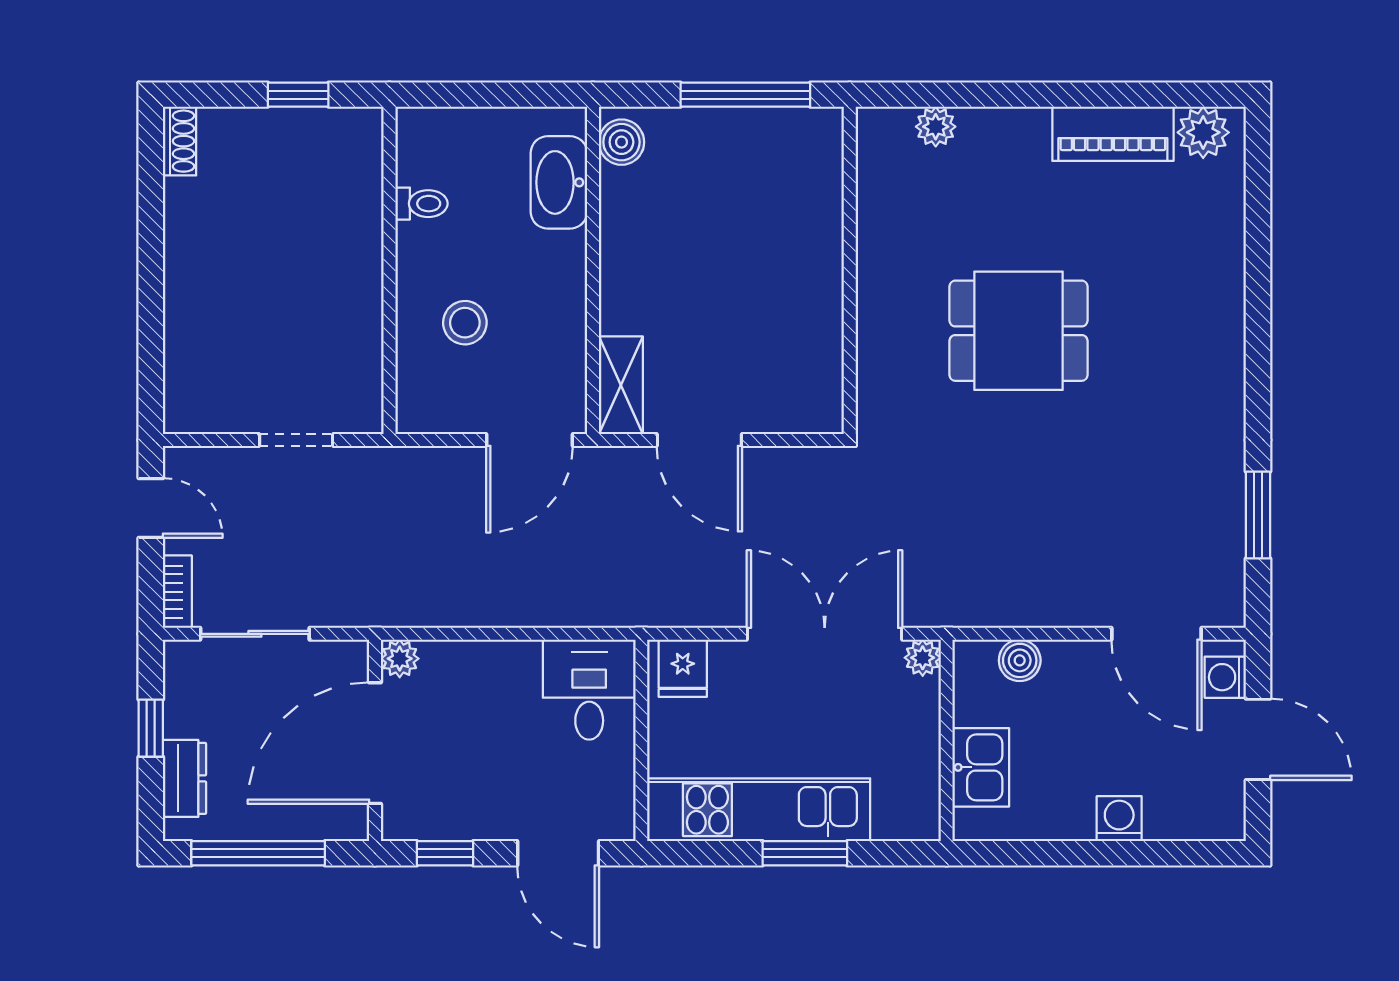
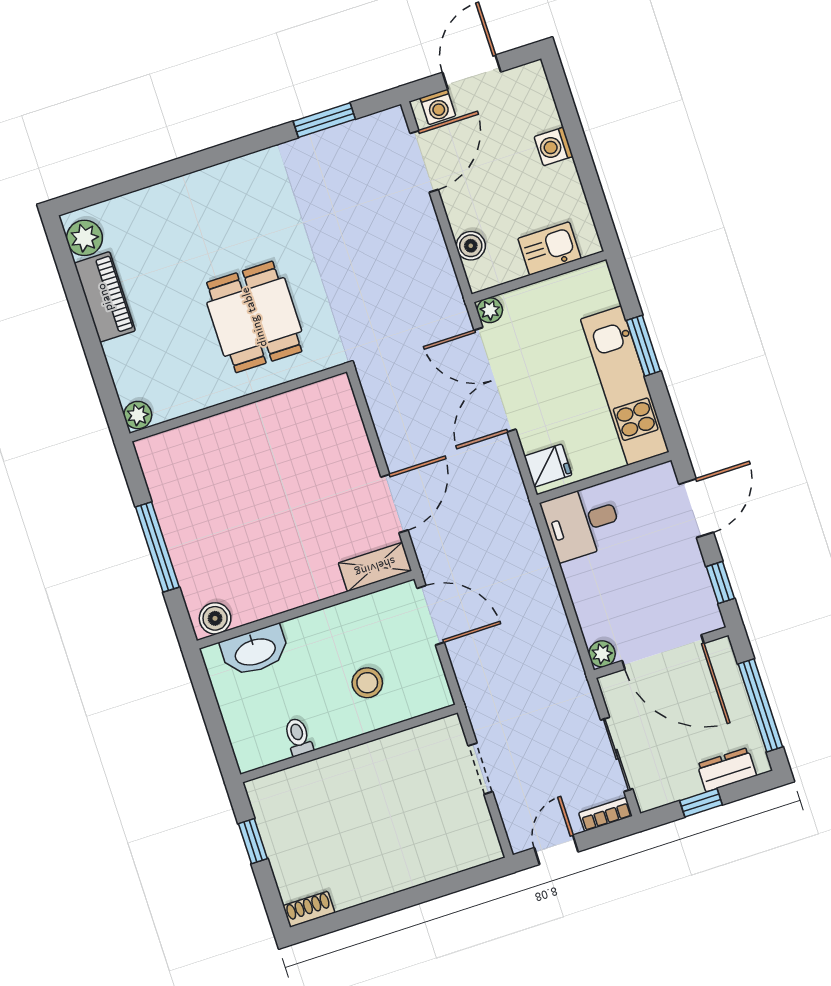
wall: (850, 270) -> (238, 403), moved

